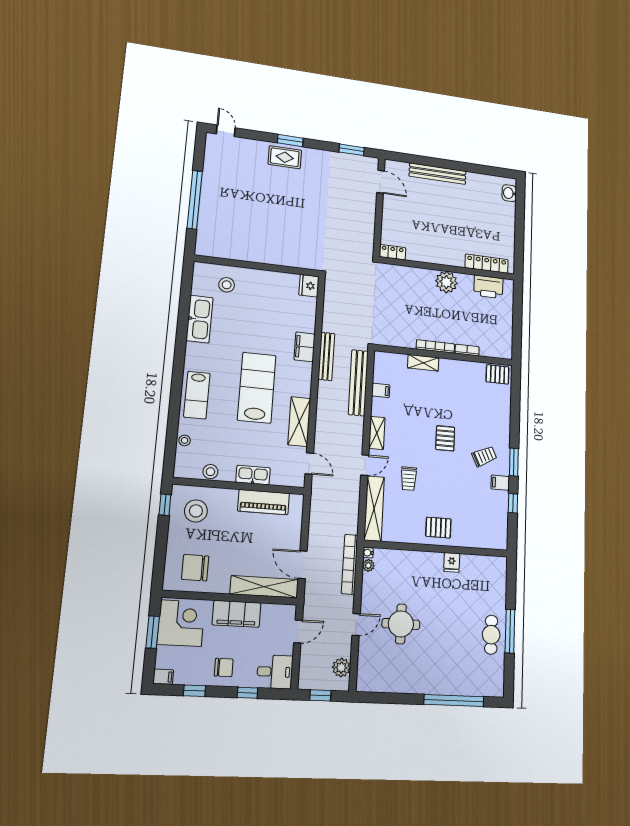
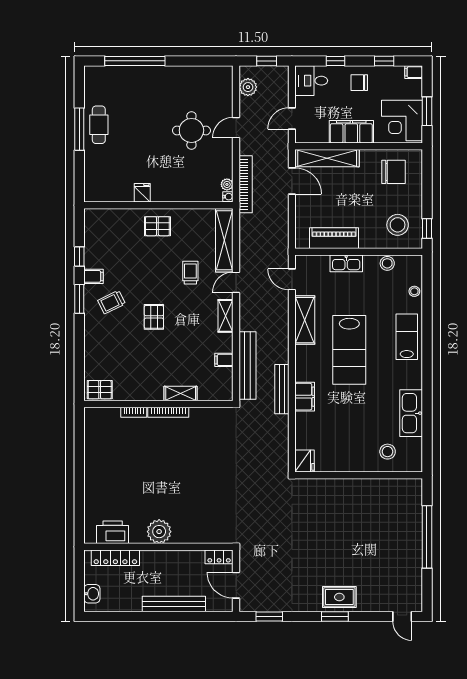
locker: (393, 252) -> (219, 557), moved
locker: (487, 264) -> (115, 558), moved
wall: (448, 268) -> (158, 547), moved
plant: (446, 282) -> (159, 532), moved
printer: (488, 287) -> (113, 532), moved

